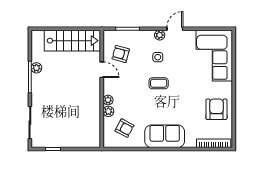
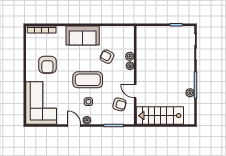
door: (175, 29) -> (74, 126), swing flipped
coffee table: (159, 83) -> (88, 80), width x1.86, depth x1.72
armchair: (216, 109) -> (47, 65), moved
armchair: (124, 128) -> (107, 57), moved

